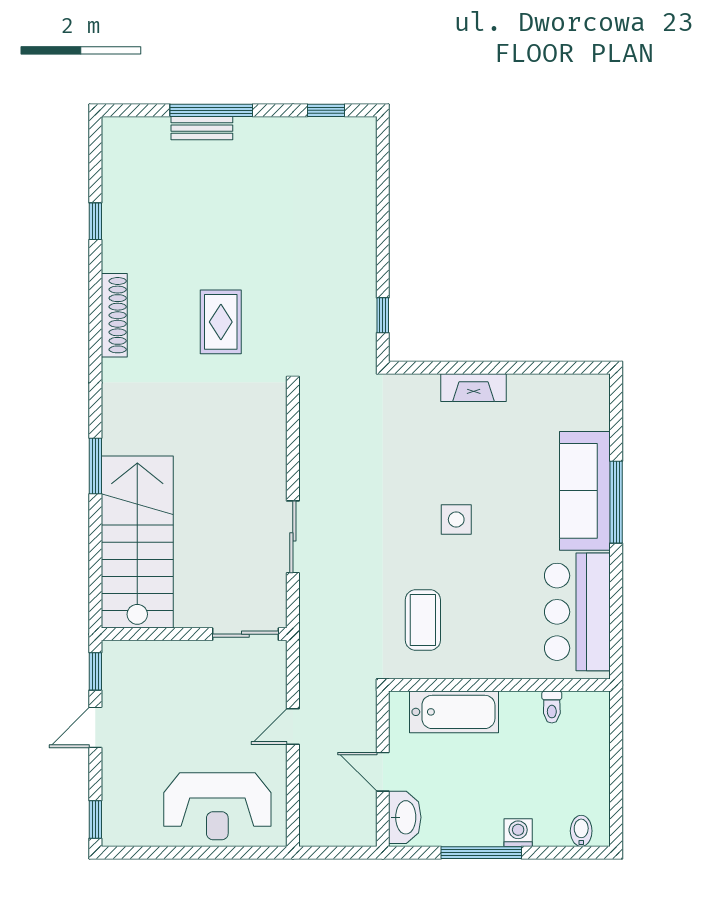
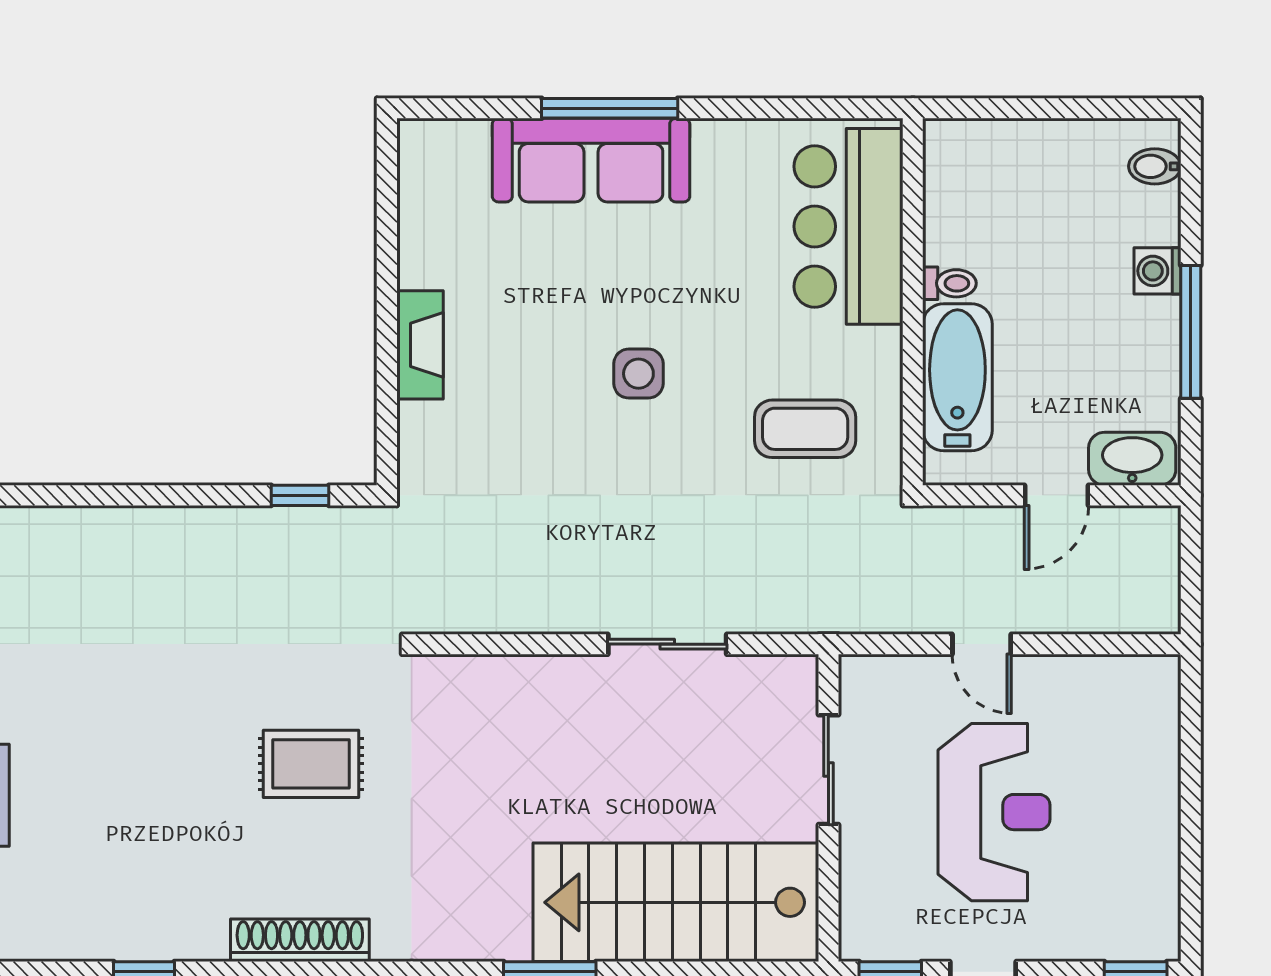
bar counter: (577, 612) -> (848, 226), moved, turned 90
sliding door: (245, 634) -> (828, 770), moved
toilet: (552, 707) -> (949, 283), moved
reception desk: (217, 806) -> (994, 812), moved

